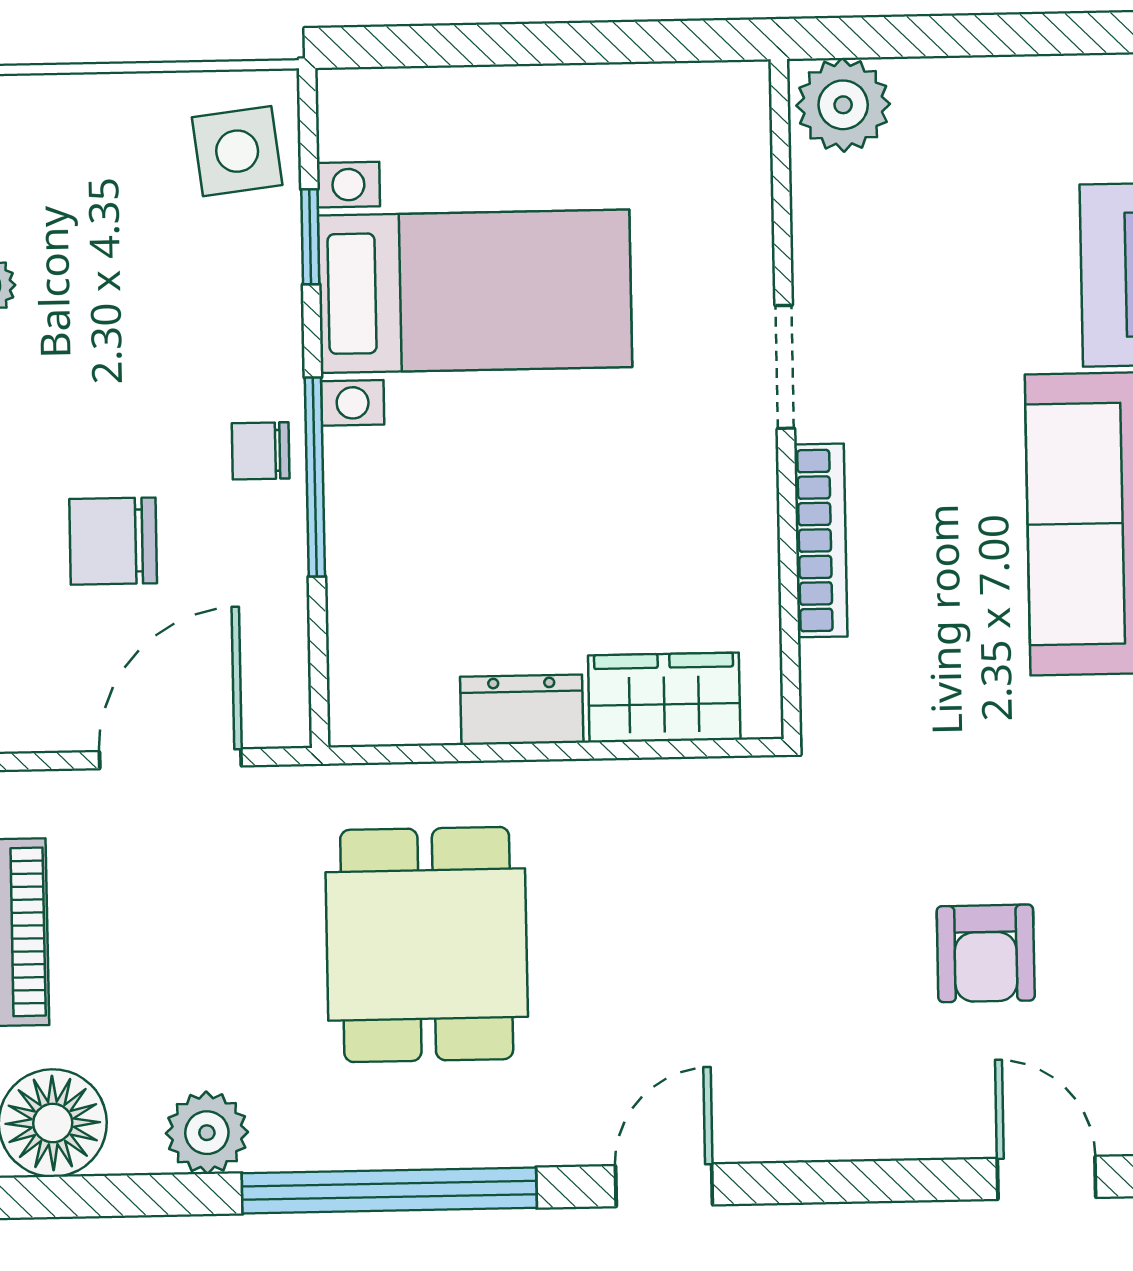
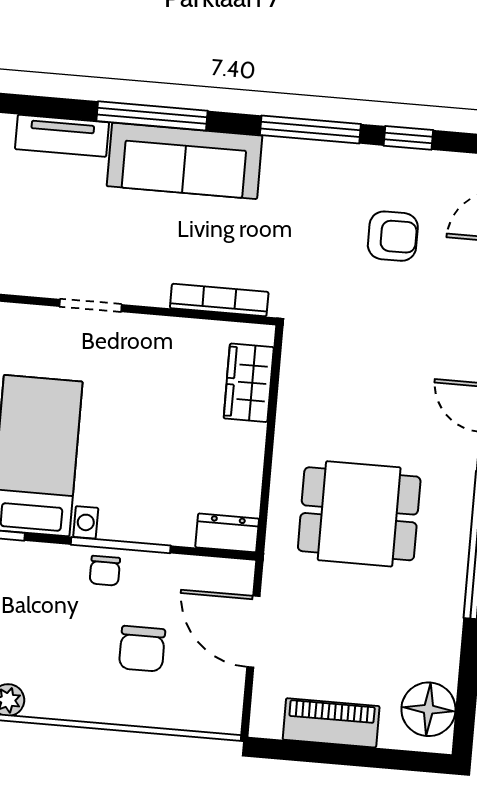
bookcase: (821, 540) -> (219, 300), moved
dresser: (522, 710) -> (227, 533), moved, turned 90
plant: (207, 1133) -> (441, 633), removed

